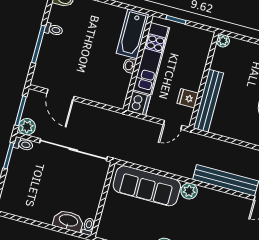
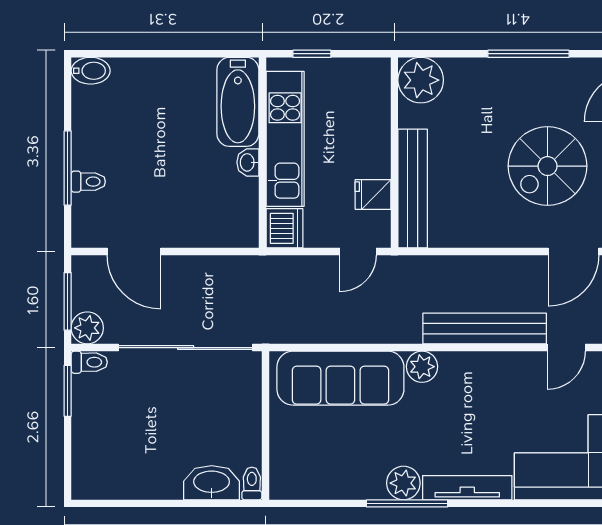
toilet: (54, 29) -> (88, 182), moved
plant: (223, 41) -> (421, 80), width x1.88, depth x1.88

